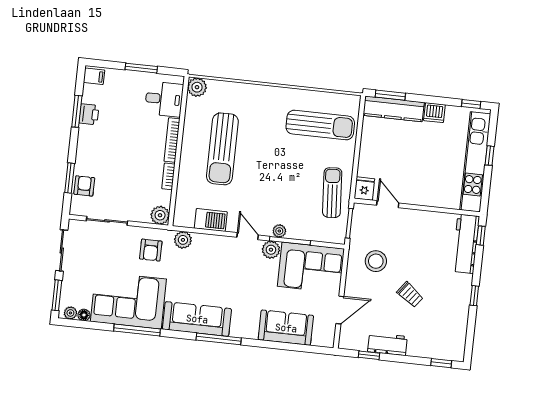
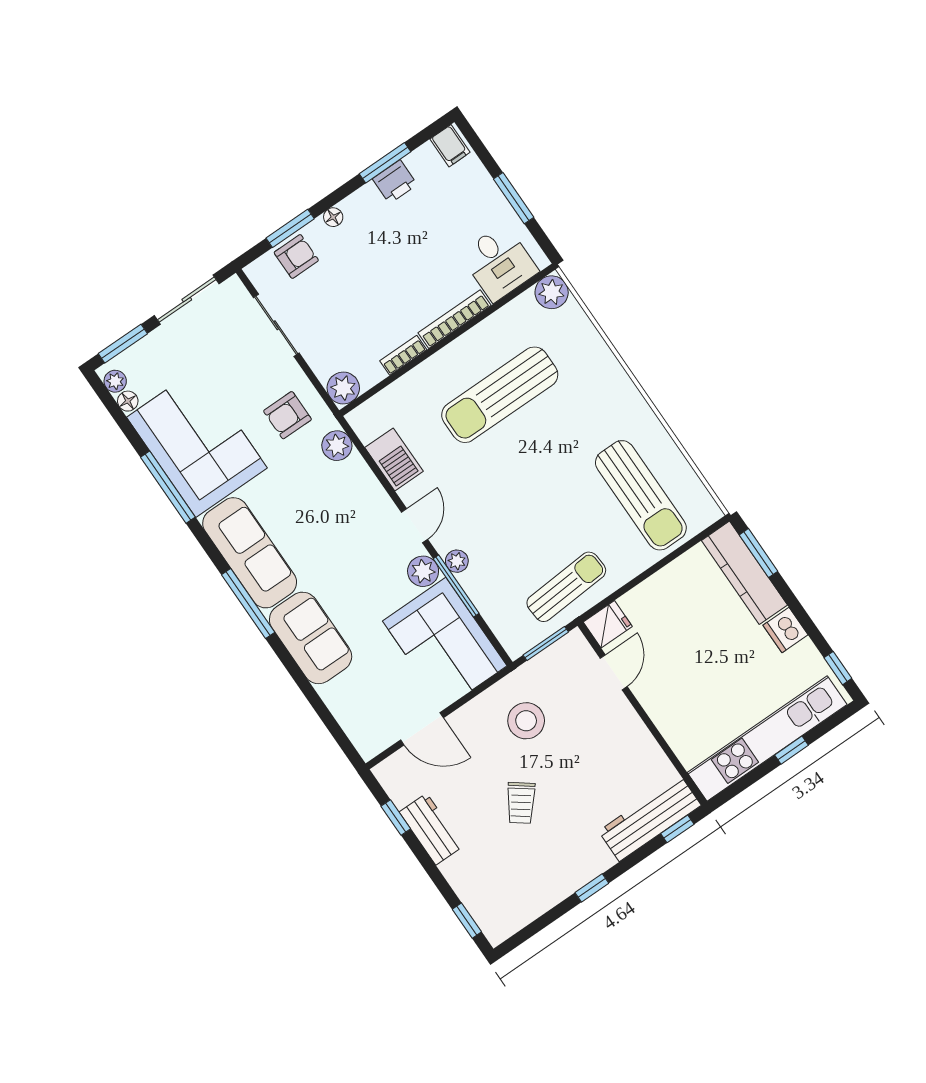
floor lamp: (81, 155) -> (333, 217), added
sofa: (286, 328) -> (311, 638), moved

